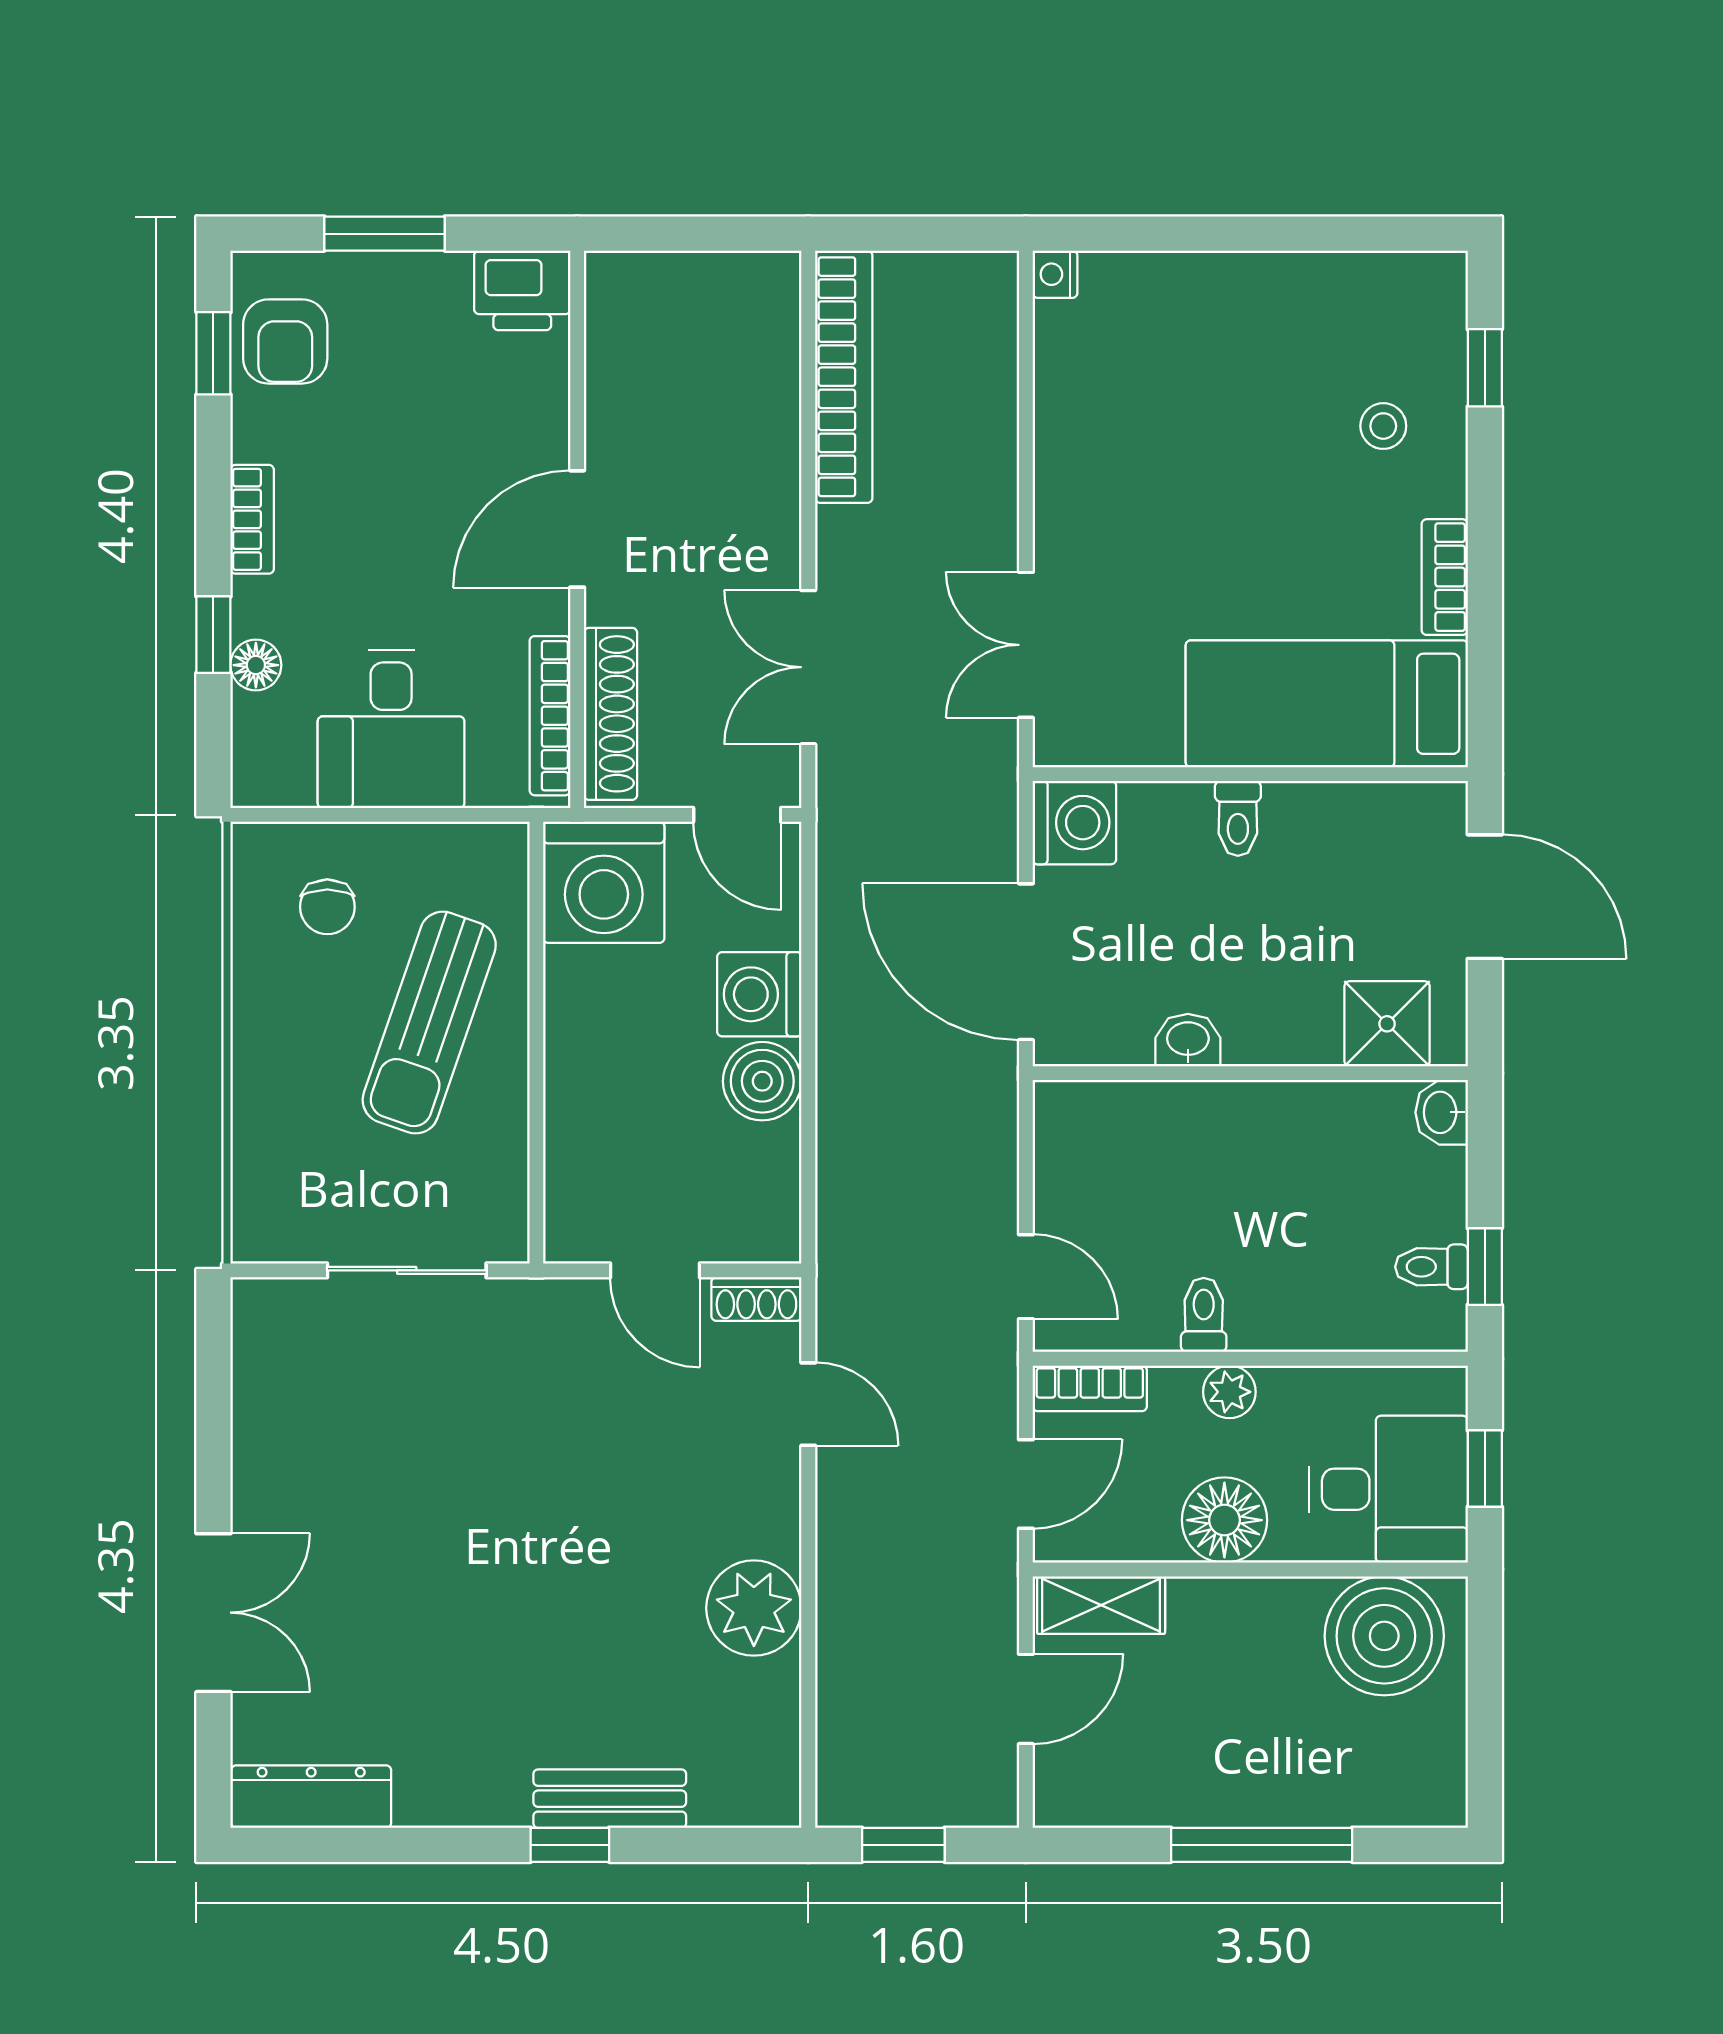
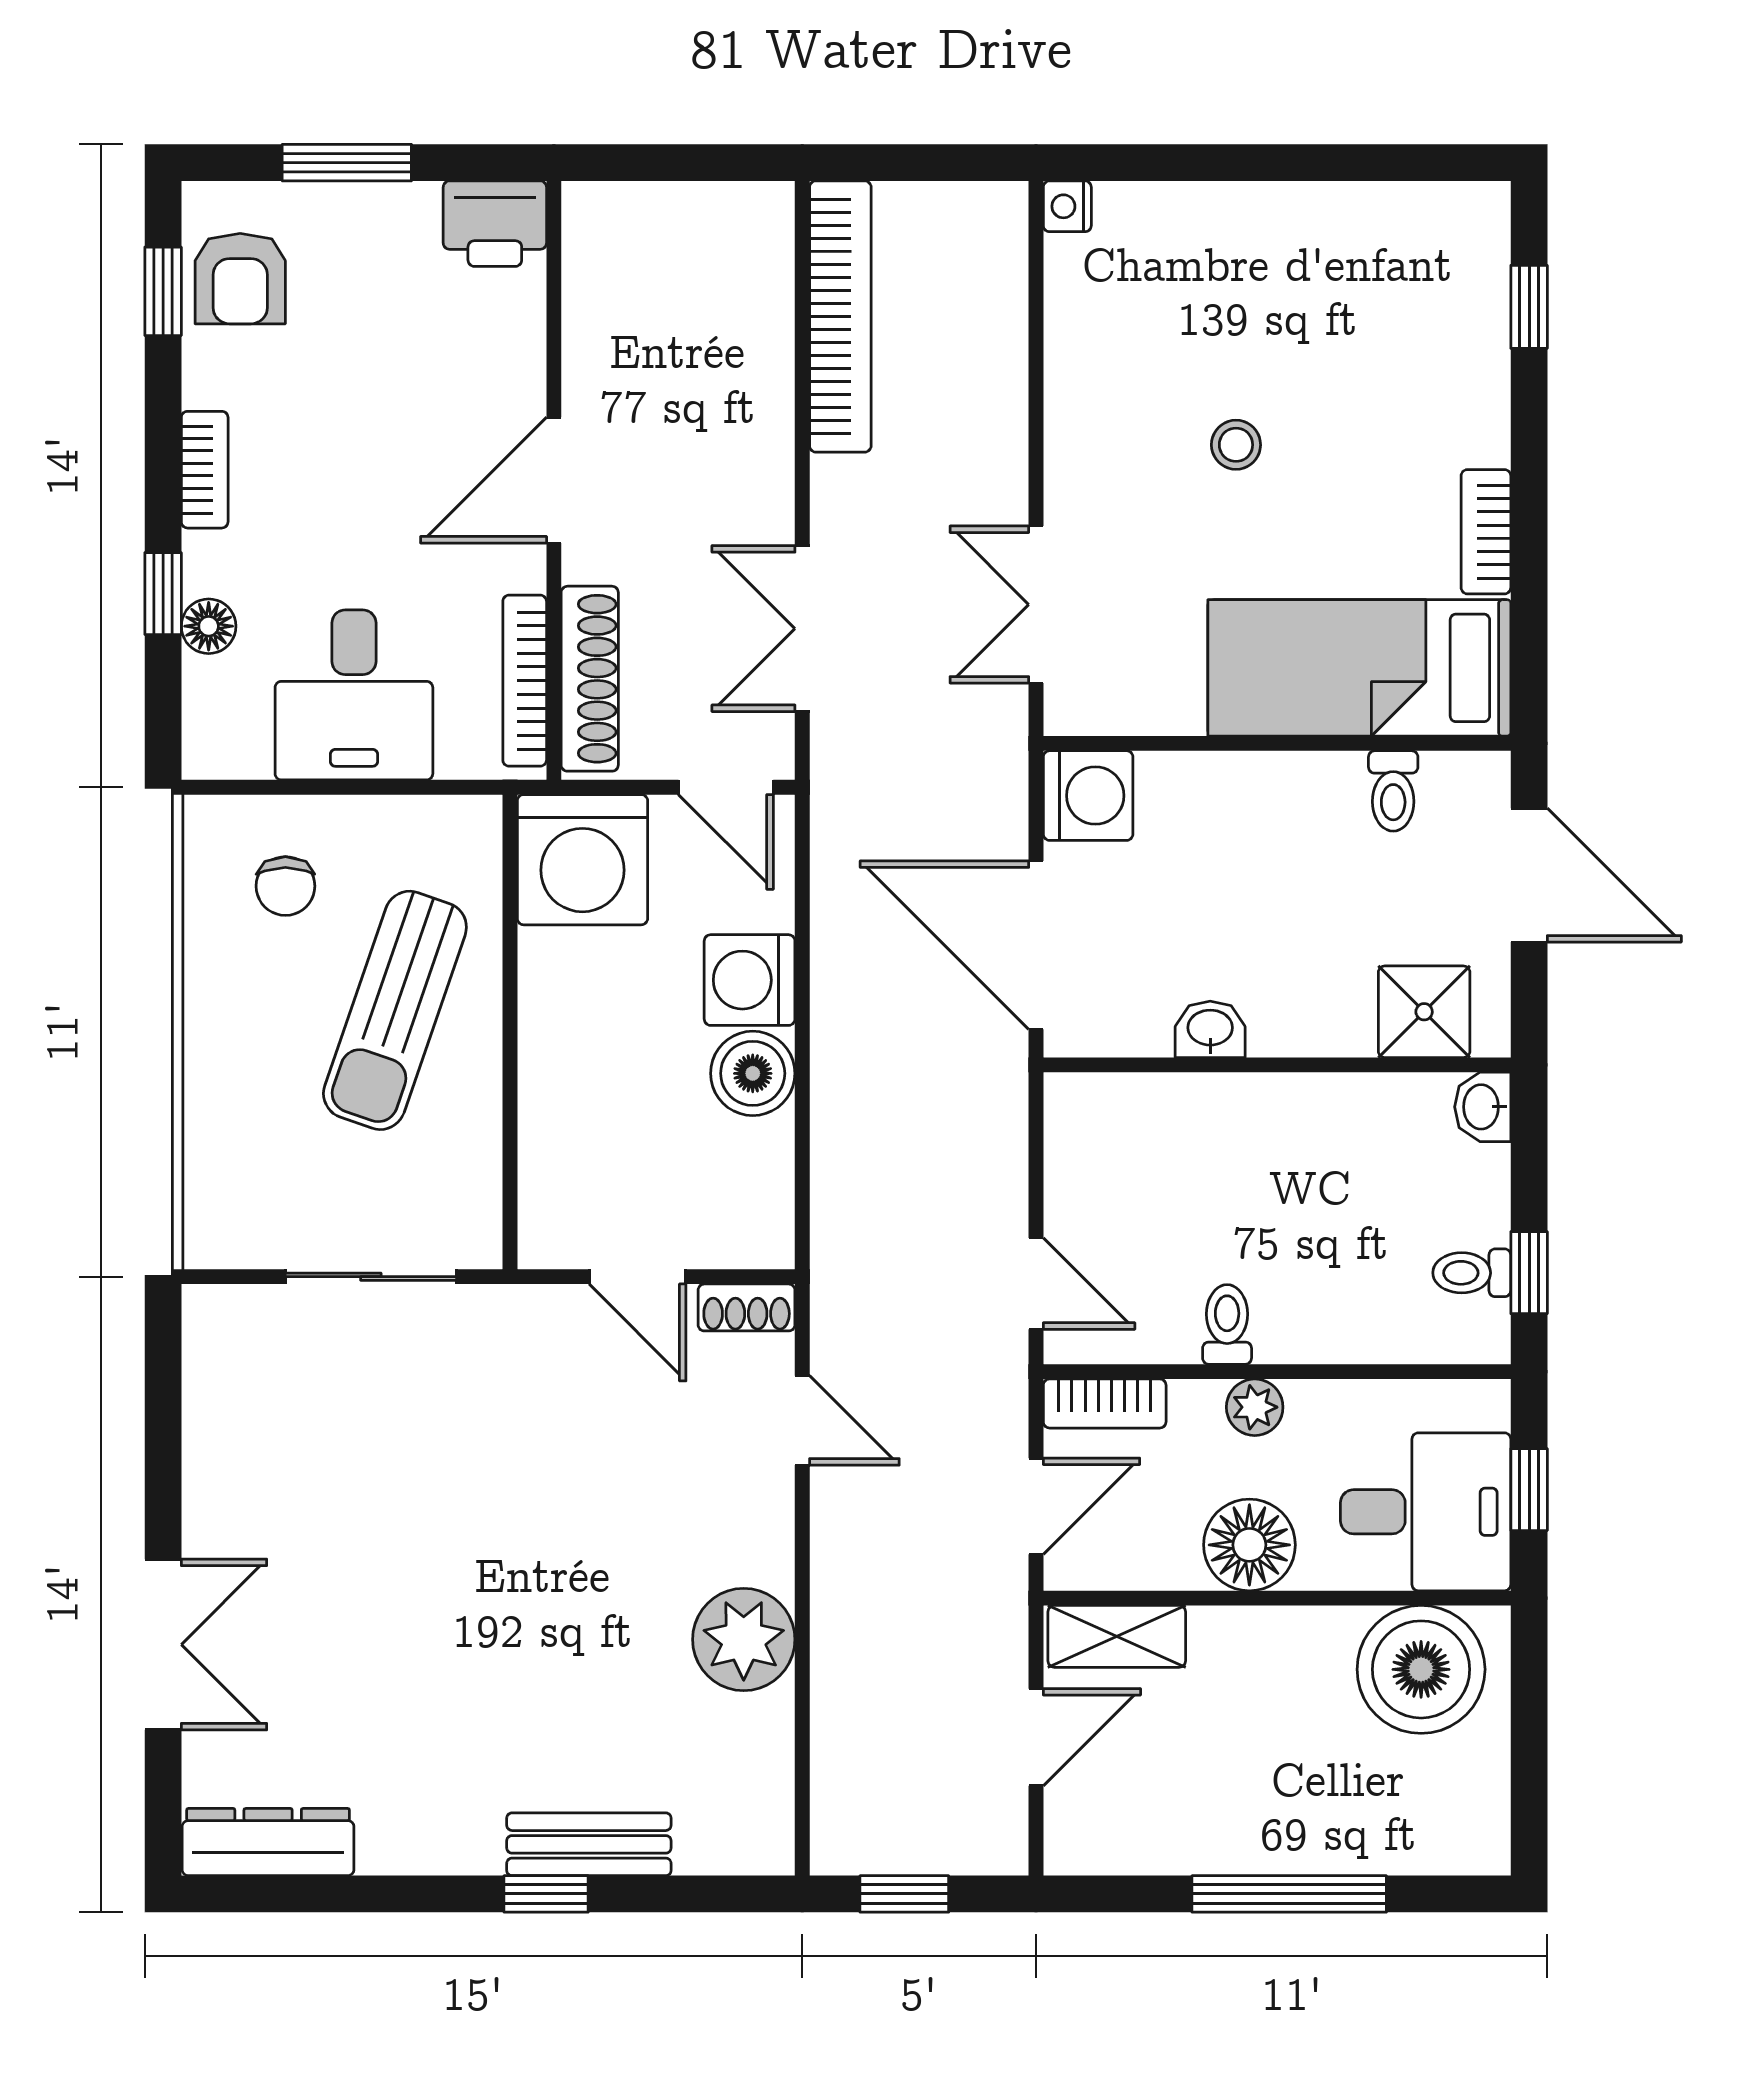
stool: (1383, 426) -> (1236, 445), moved
toilet: (1238, 818) -> (1393, 791), moved

